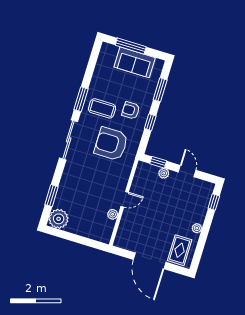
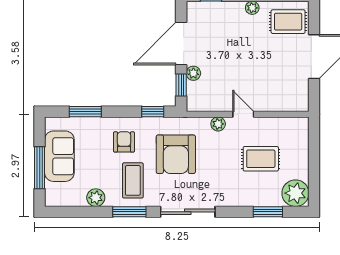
plant: (98, 79) -> (96, 198), added
armchair: (131, 110) -> (124, 142), turned 180
window: (150, 122) -> (153, 112), moved
door: (187, 171) -> (181, 43), width x1.87
rug: (90, 202) -> (261, 159), added
plant: (113, 214) -> (218, 124), moved

